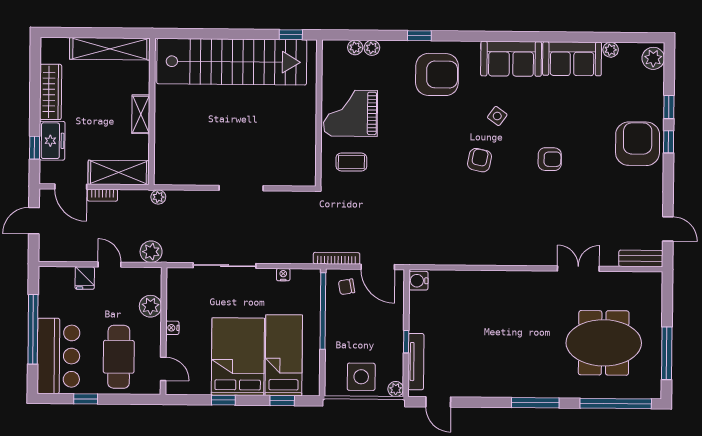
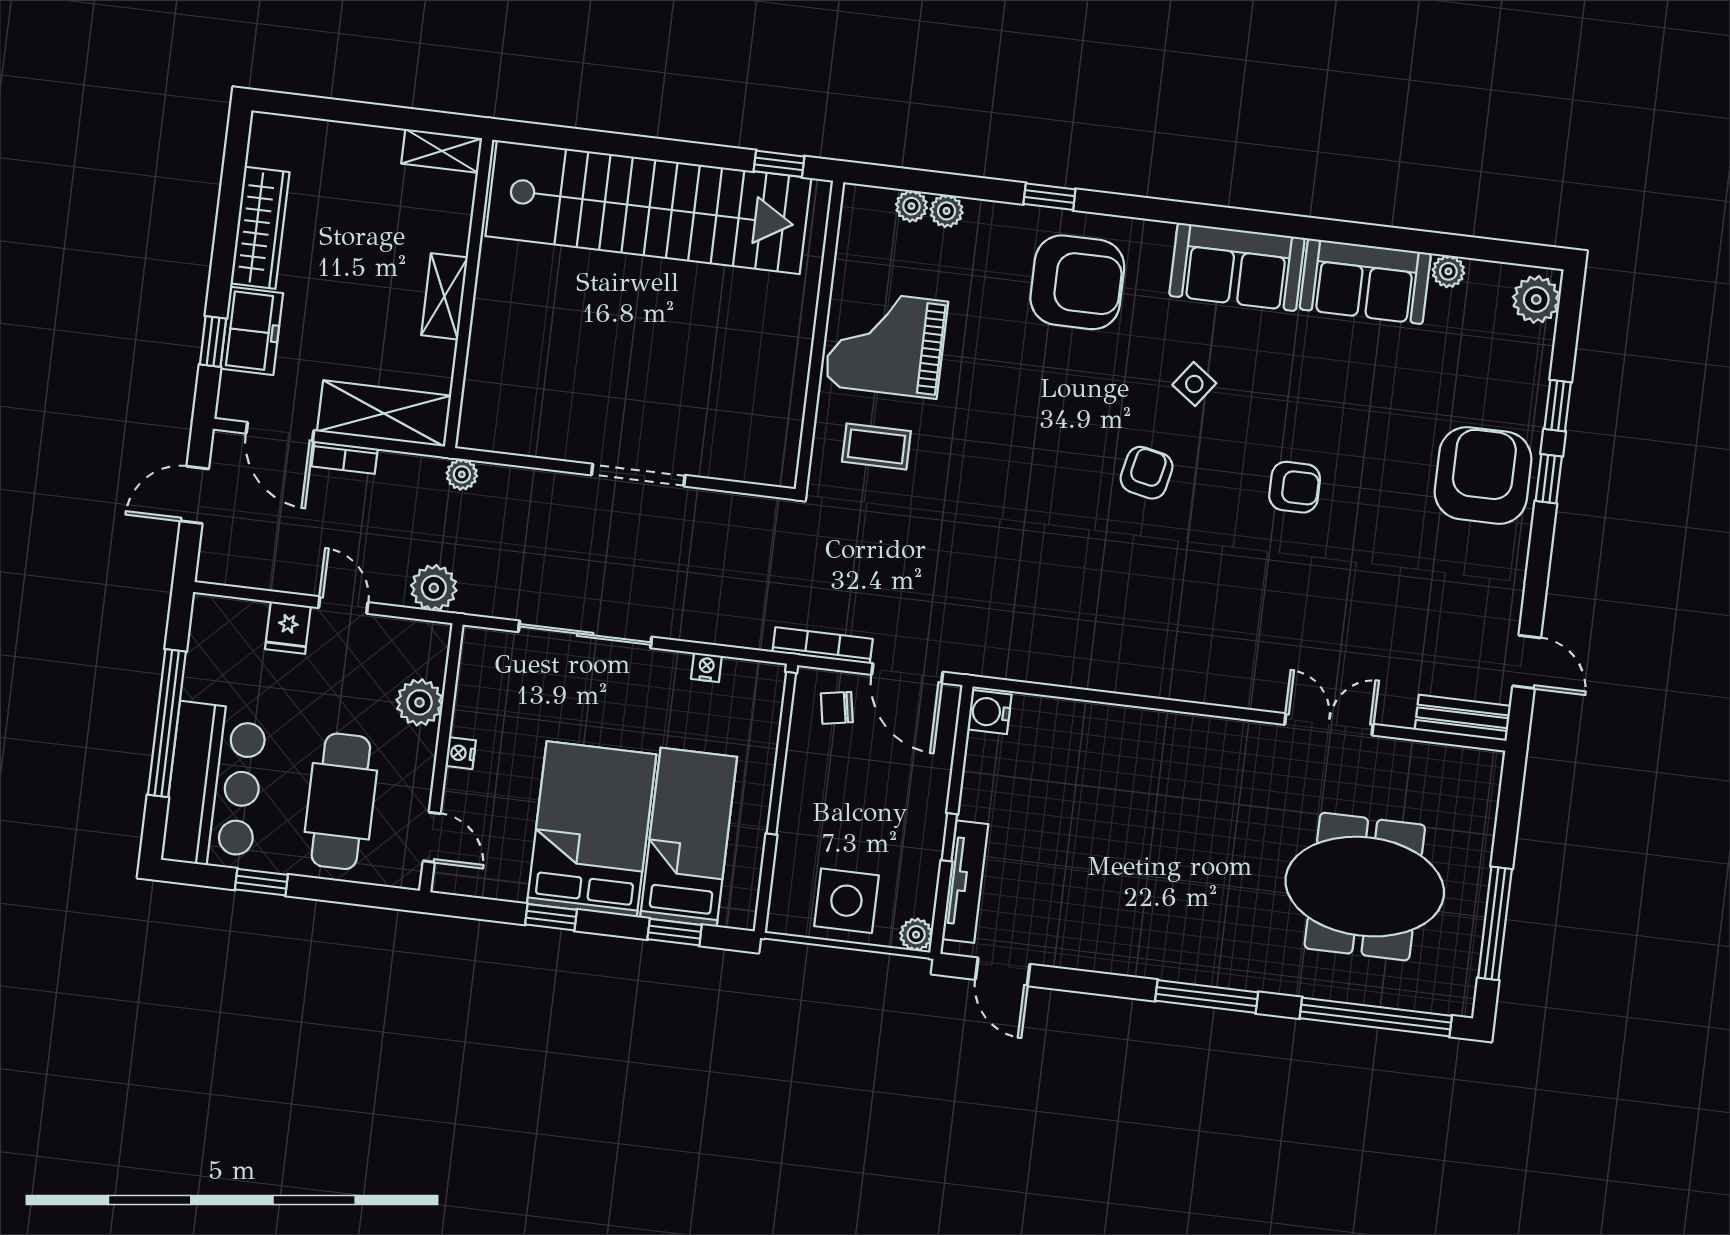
shelving: (110, 49) -> (442, 151), width x0.45, depth x0.75

